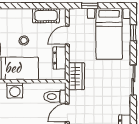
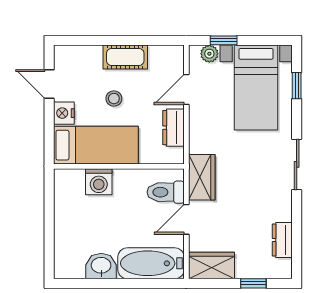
plant: (81, 14) -> (209, 54), added
cot: (46, 16) -> (125, 57), moved
wardrobe: (77, 76) -> (202, 177), moved

